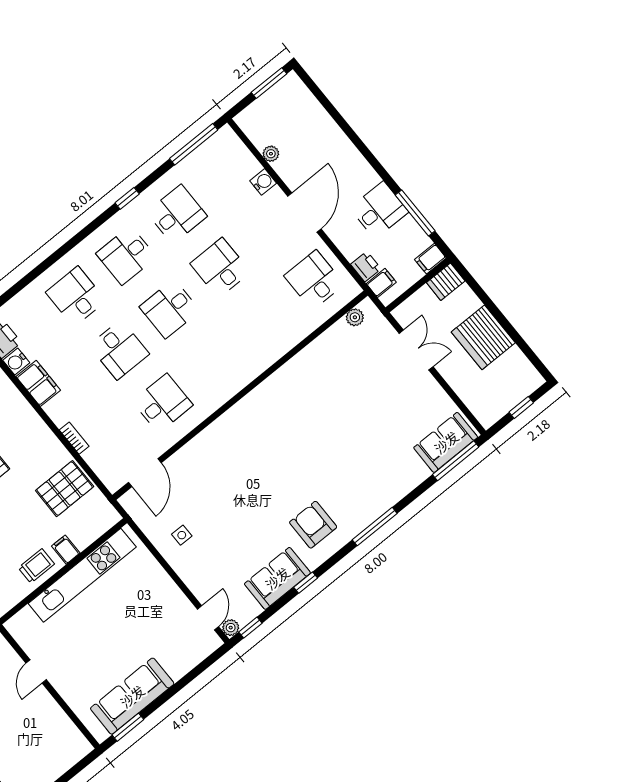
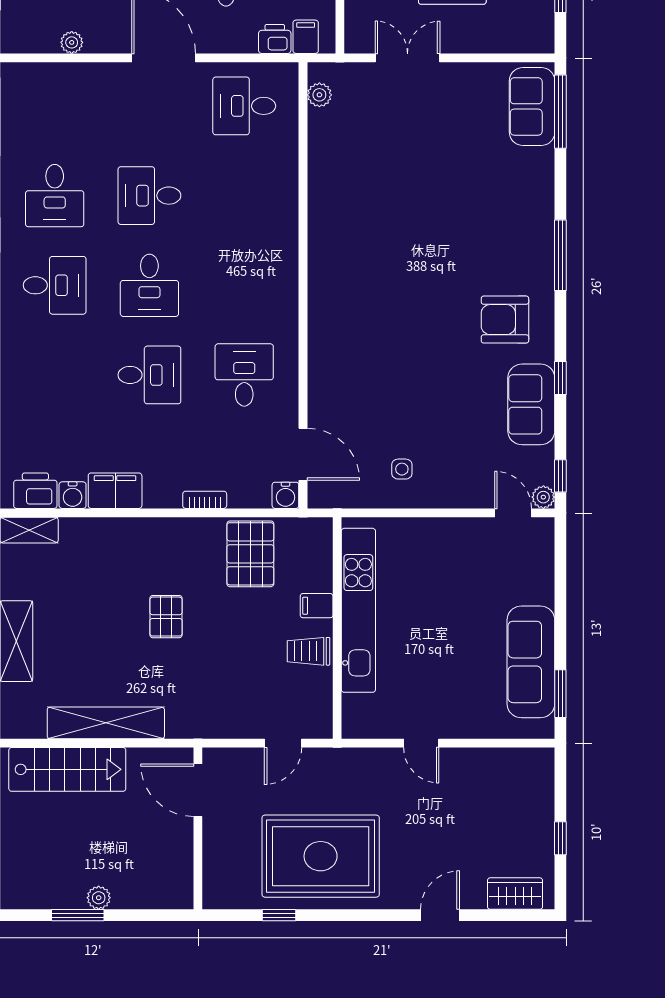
water cooler: (263, 182) -> (285, 495), moved, turned 180
desk: (177, 214) -> (55, 196), turned 180
desk: (126, 255) -> (55, 285), turned -90
desk: (76, 296) -> (55, 375), removed
trolley: (36, 566) -> (308, 651), turned -90

